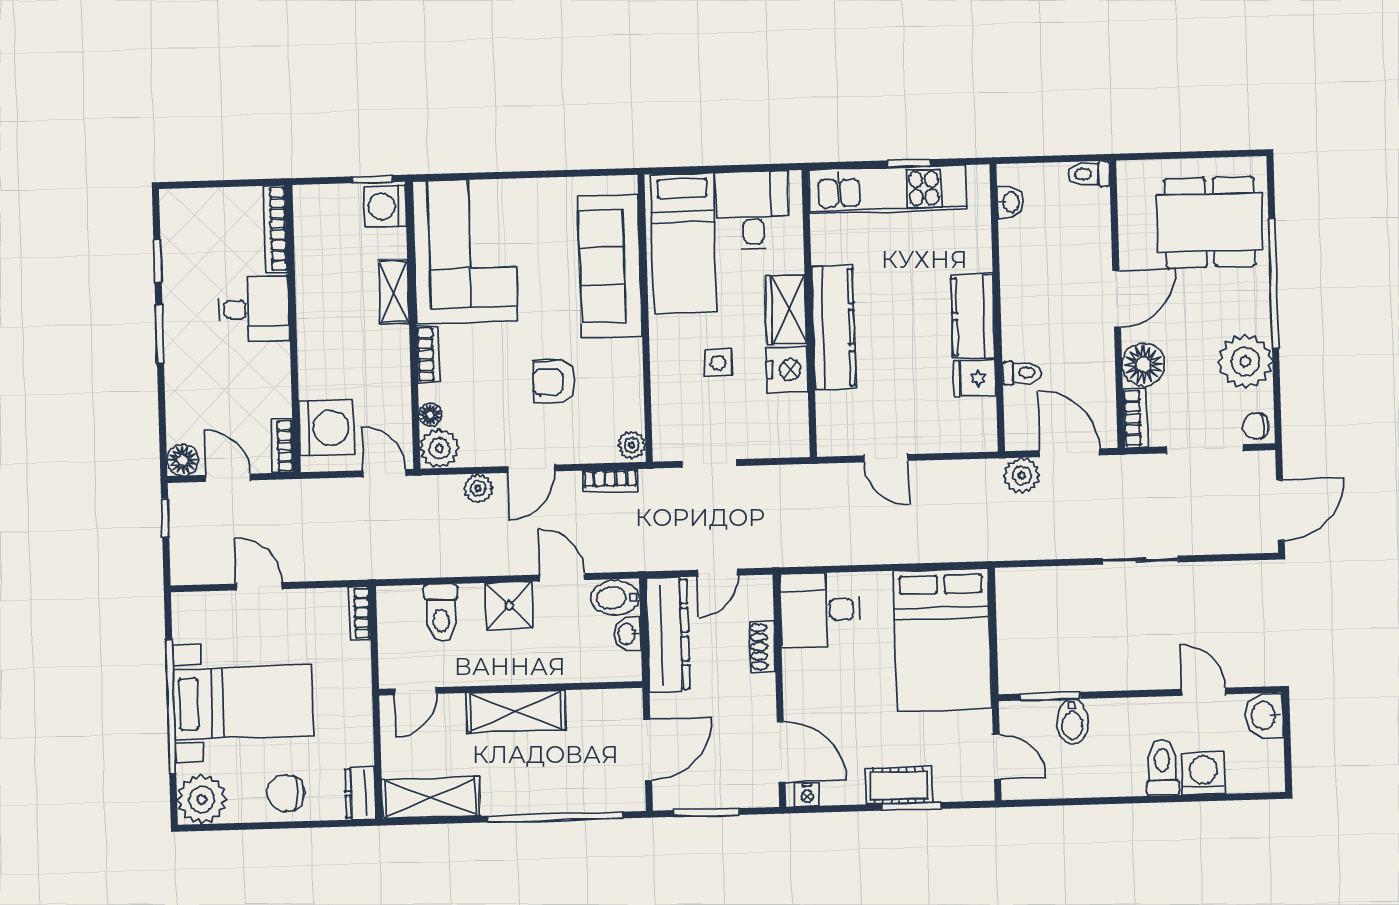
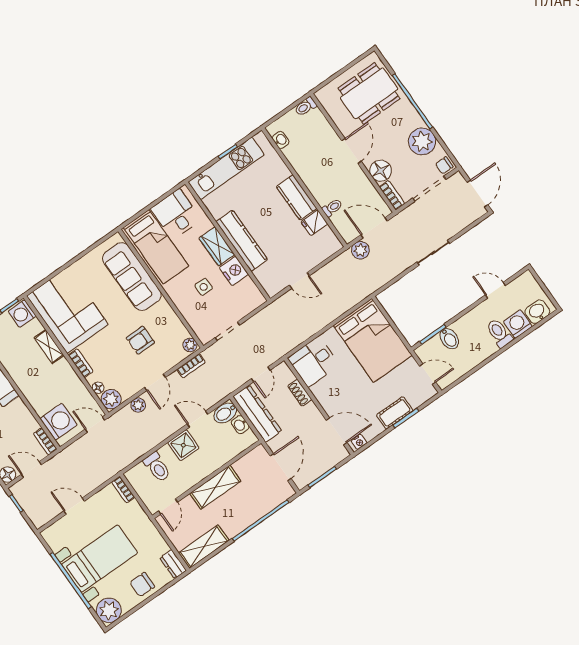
washbasin: (1264, 716) -> (537, 312), moved, turned 90

